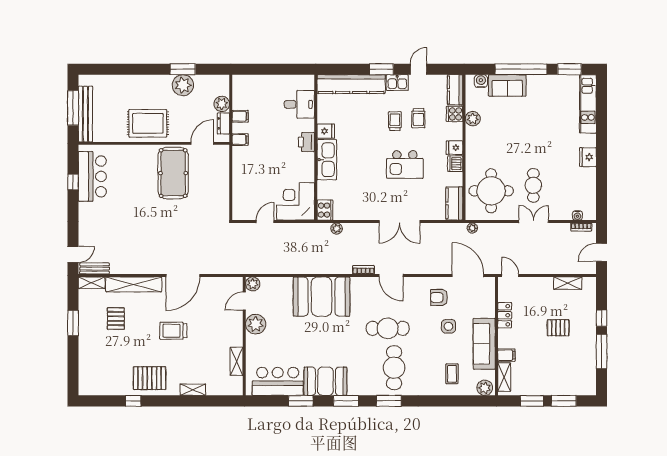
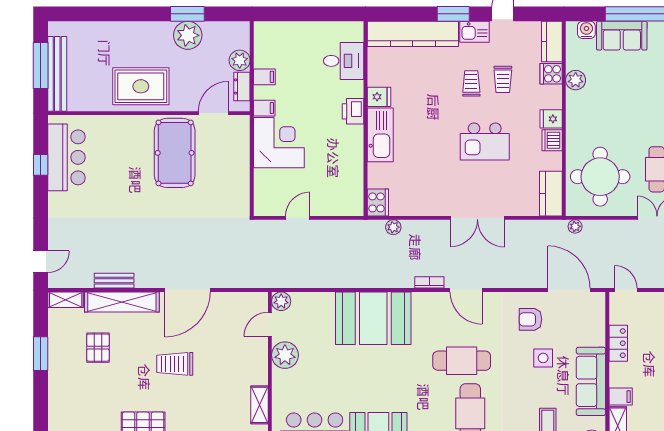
corner desk: (296, 201) -> (279, 143), moved, turned 90
bench: (95, 269) -> (114, 281), moved

